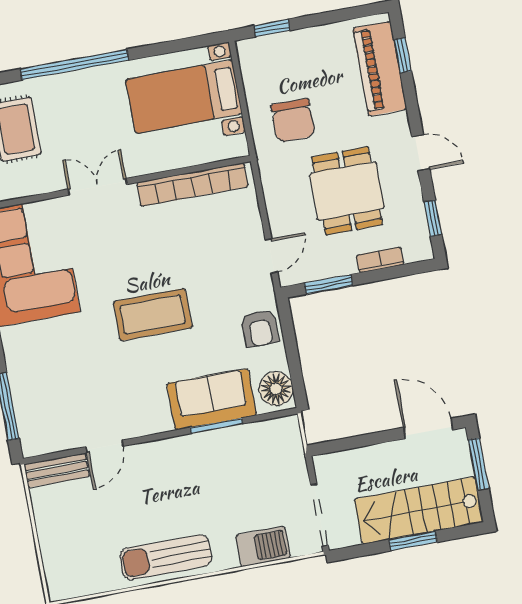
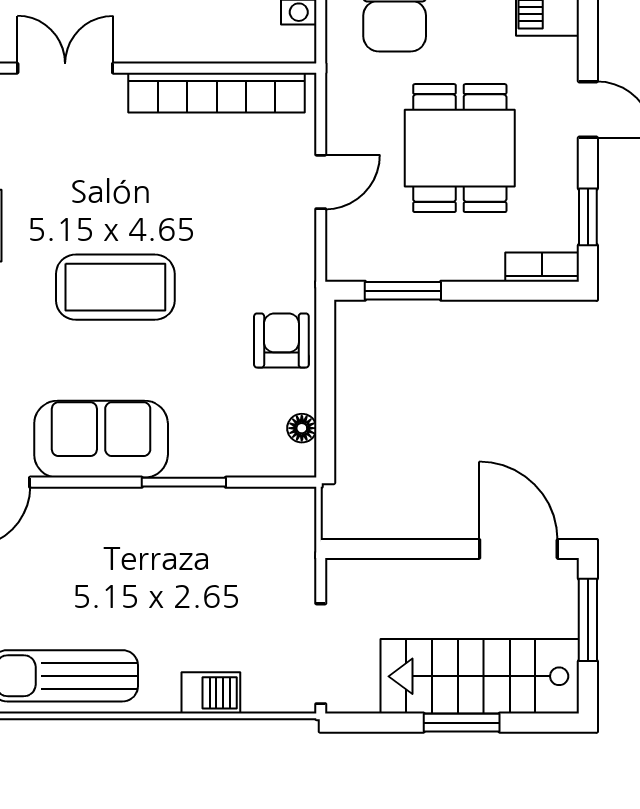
door: (271, 256) -> (321, 182), moved
bookcase: (380, 260) -> (542, 267), moved
armchair: (260, 328) -> (281, 340), turned 180
floor lamp: (276, 389) -> (302, 428), width x0.53, depth x0.53
sofa: (212, 399) -> (101, 439), moved
barbecue: (263, 546) -> (211, 693), width x0.73, depth x0.79

